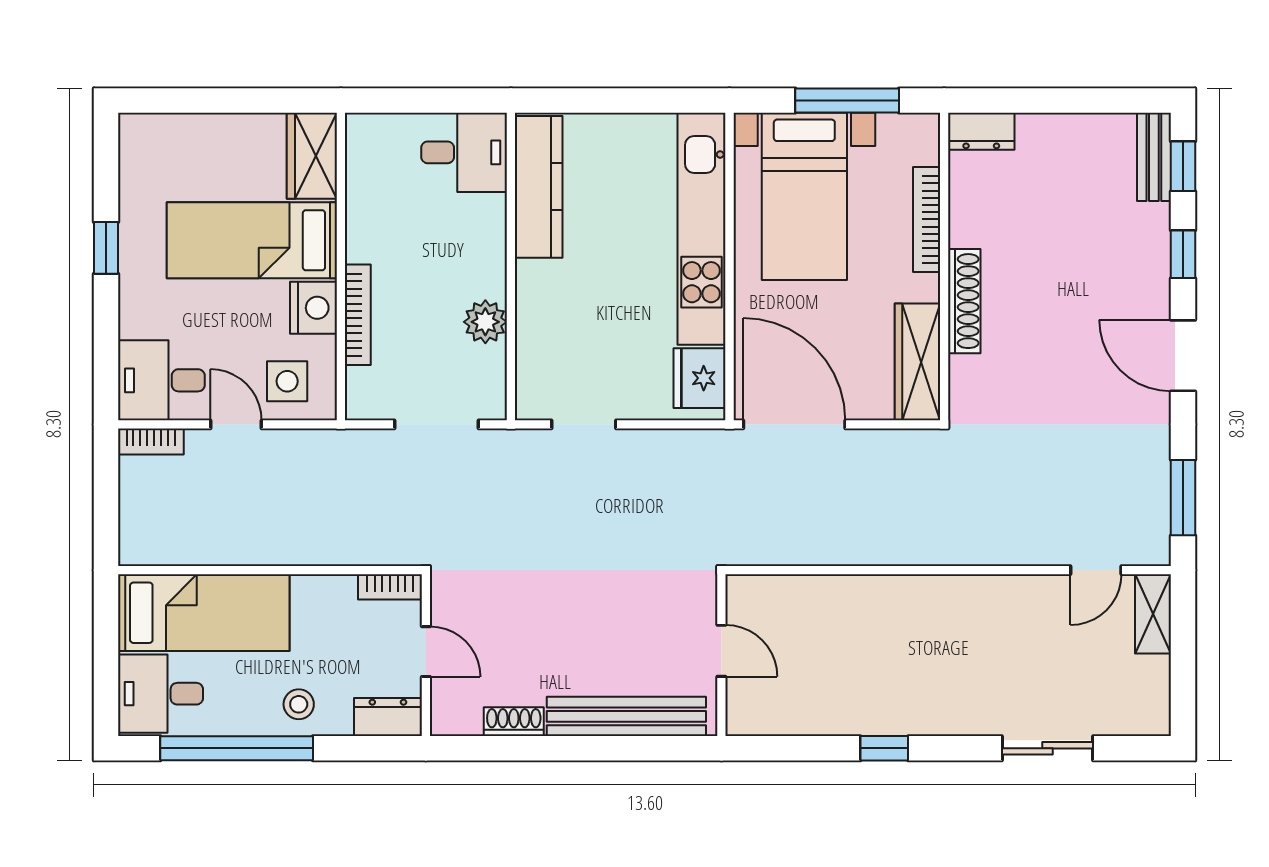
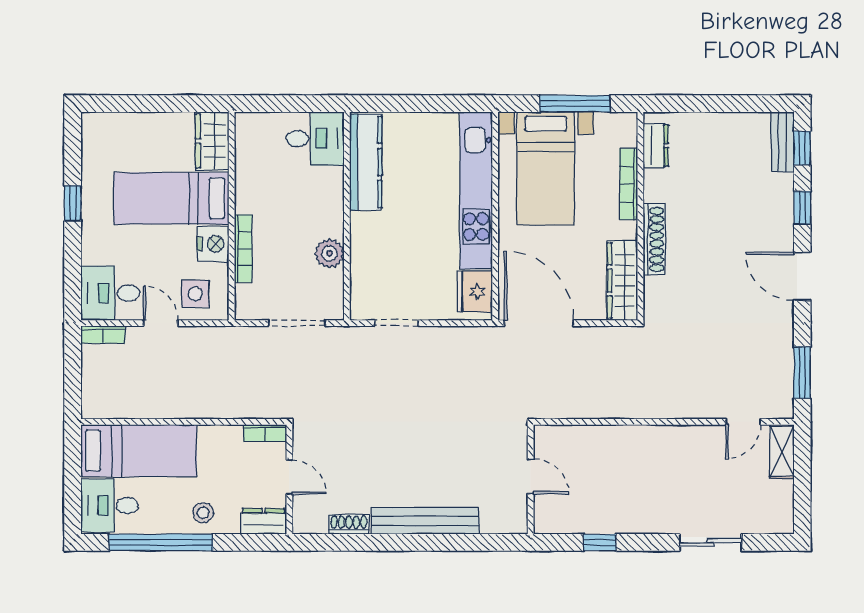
dresser: (981, 131) -> (656, 146), moved, turned -90
door: (721, 651) -> (531, 476), moved
wall: (721, 655) -> (531, 479), moved

